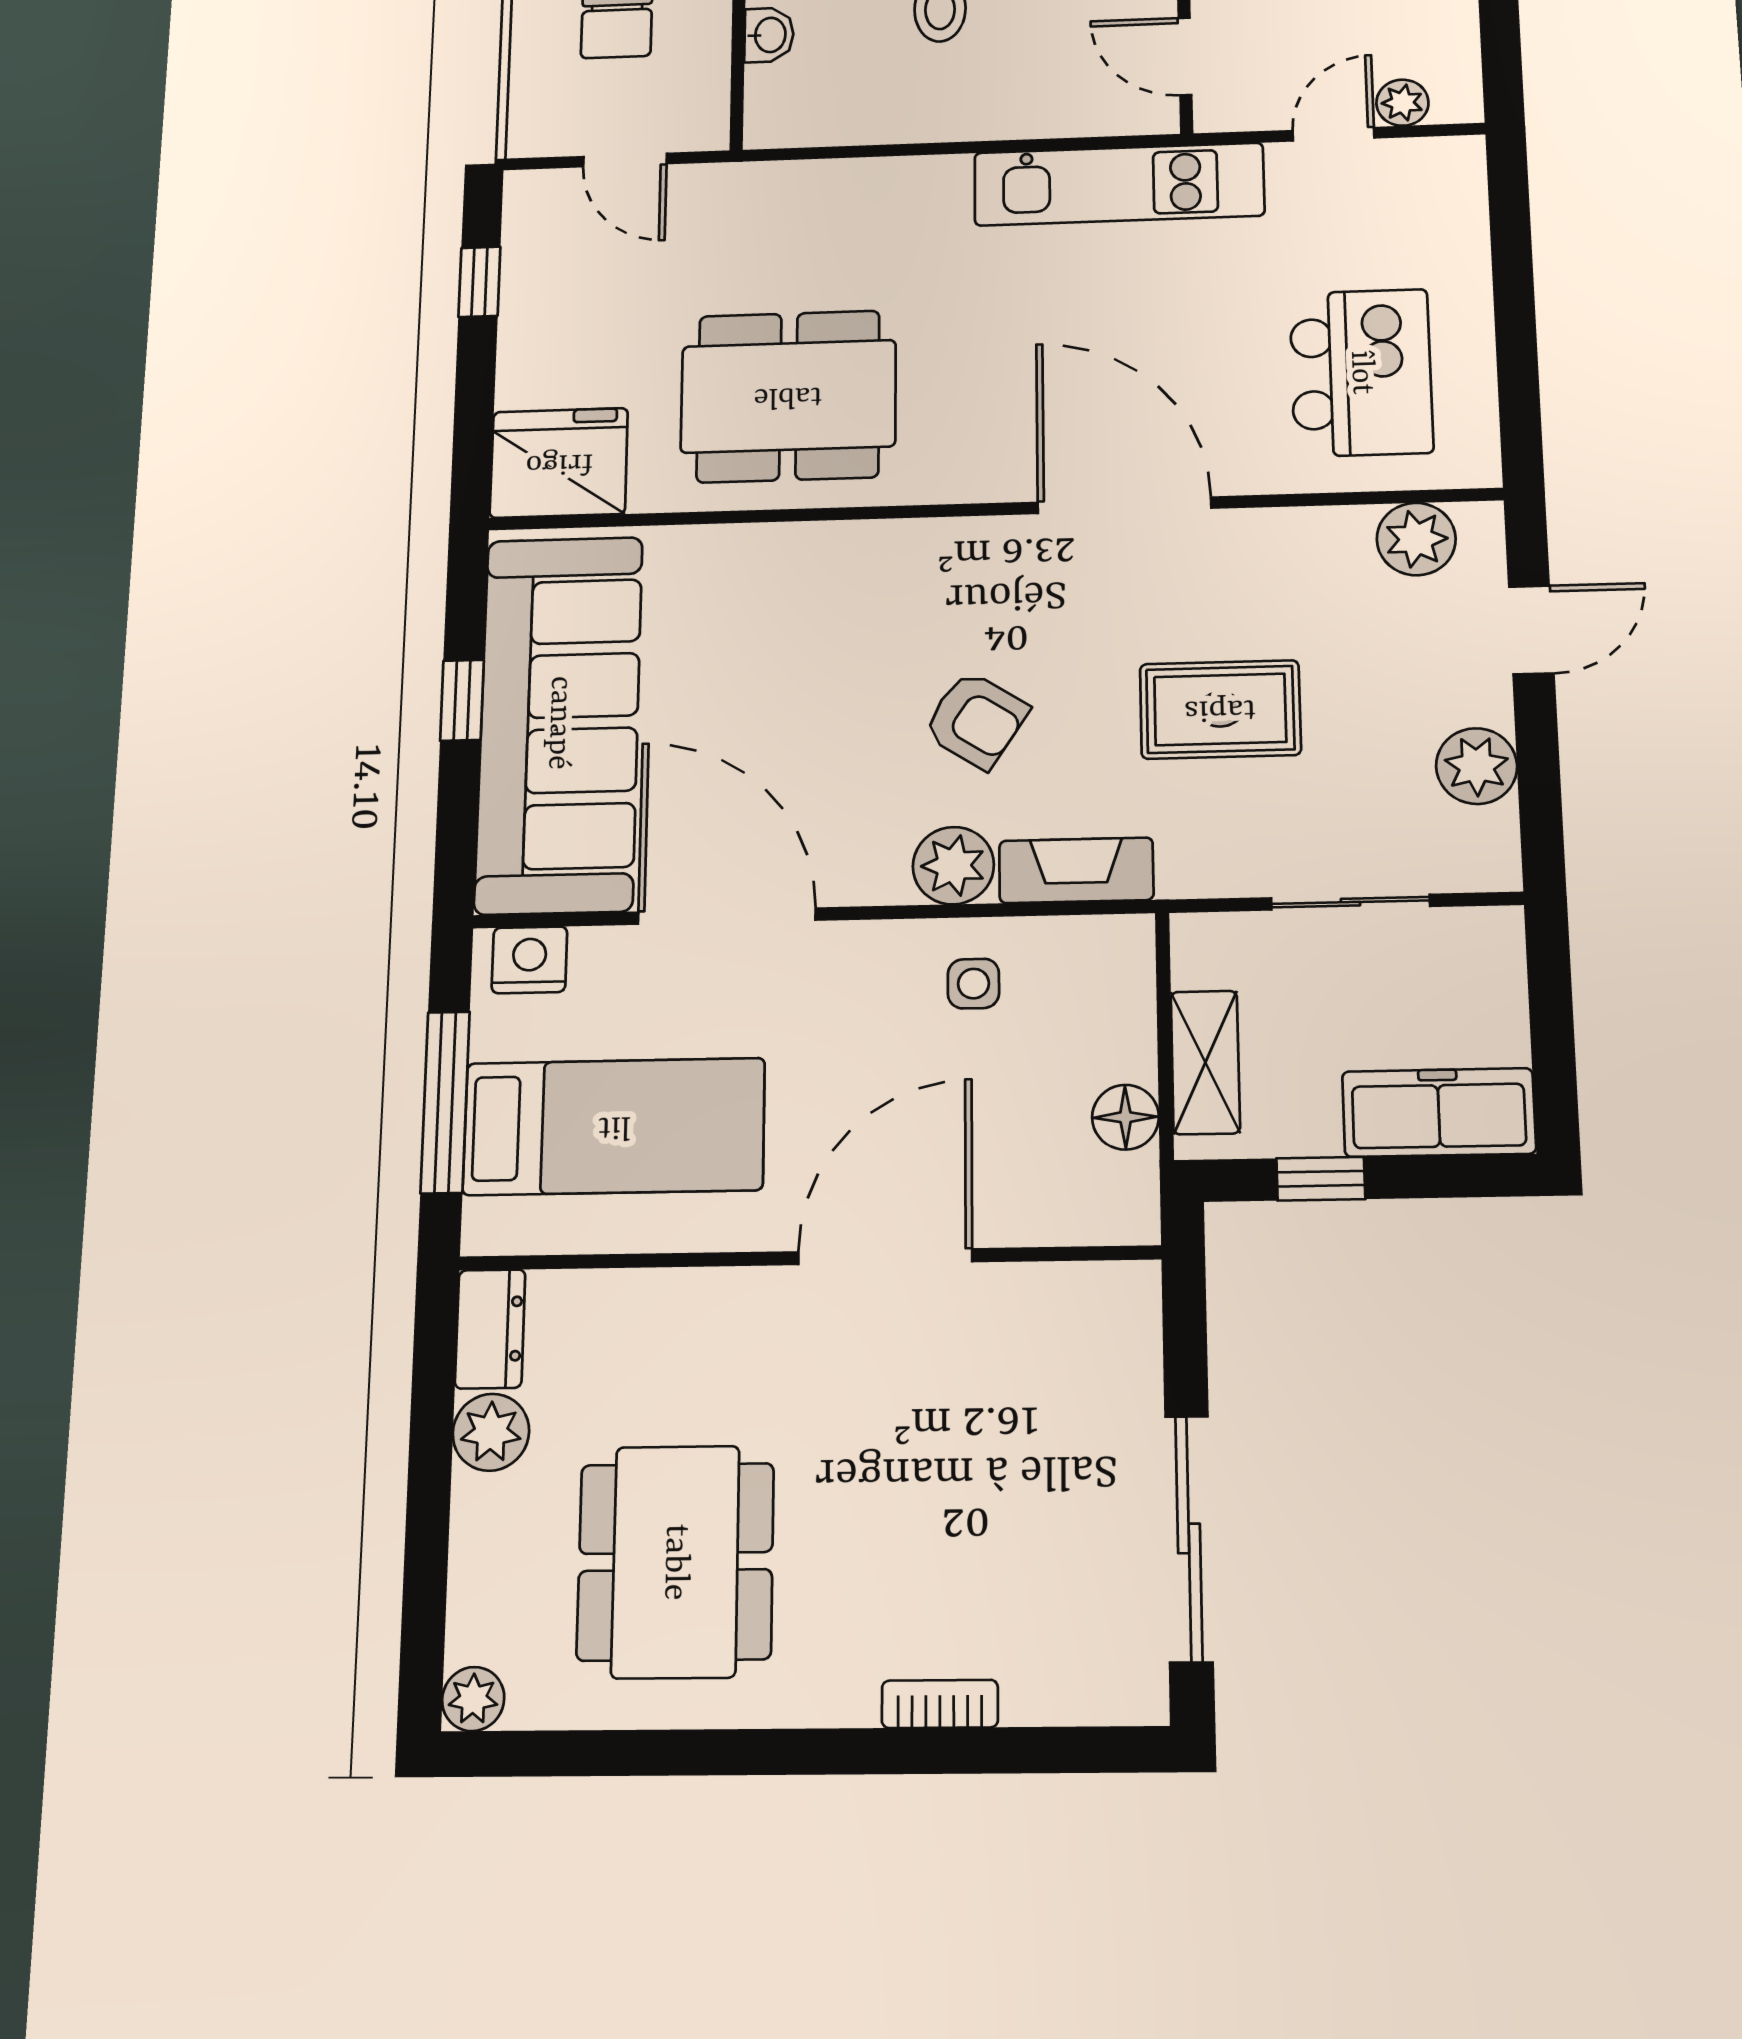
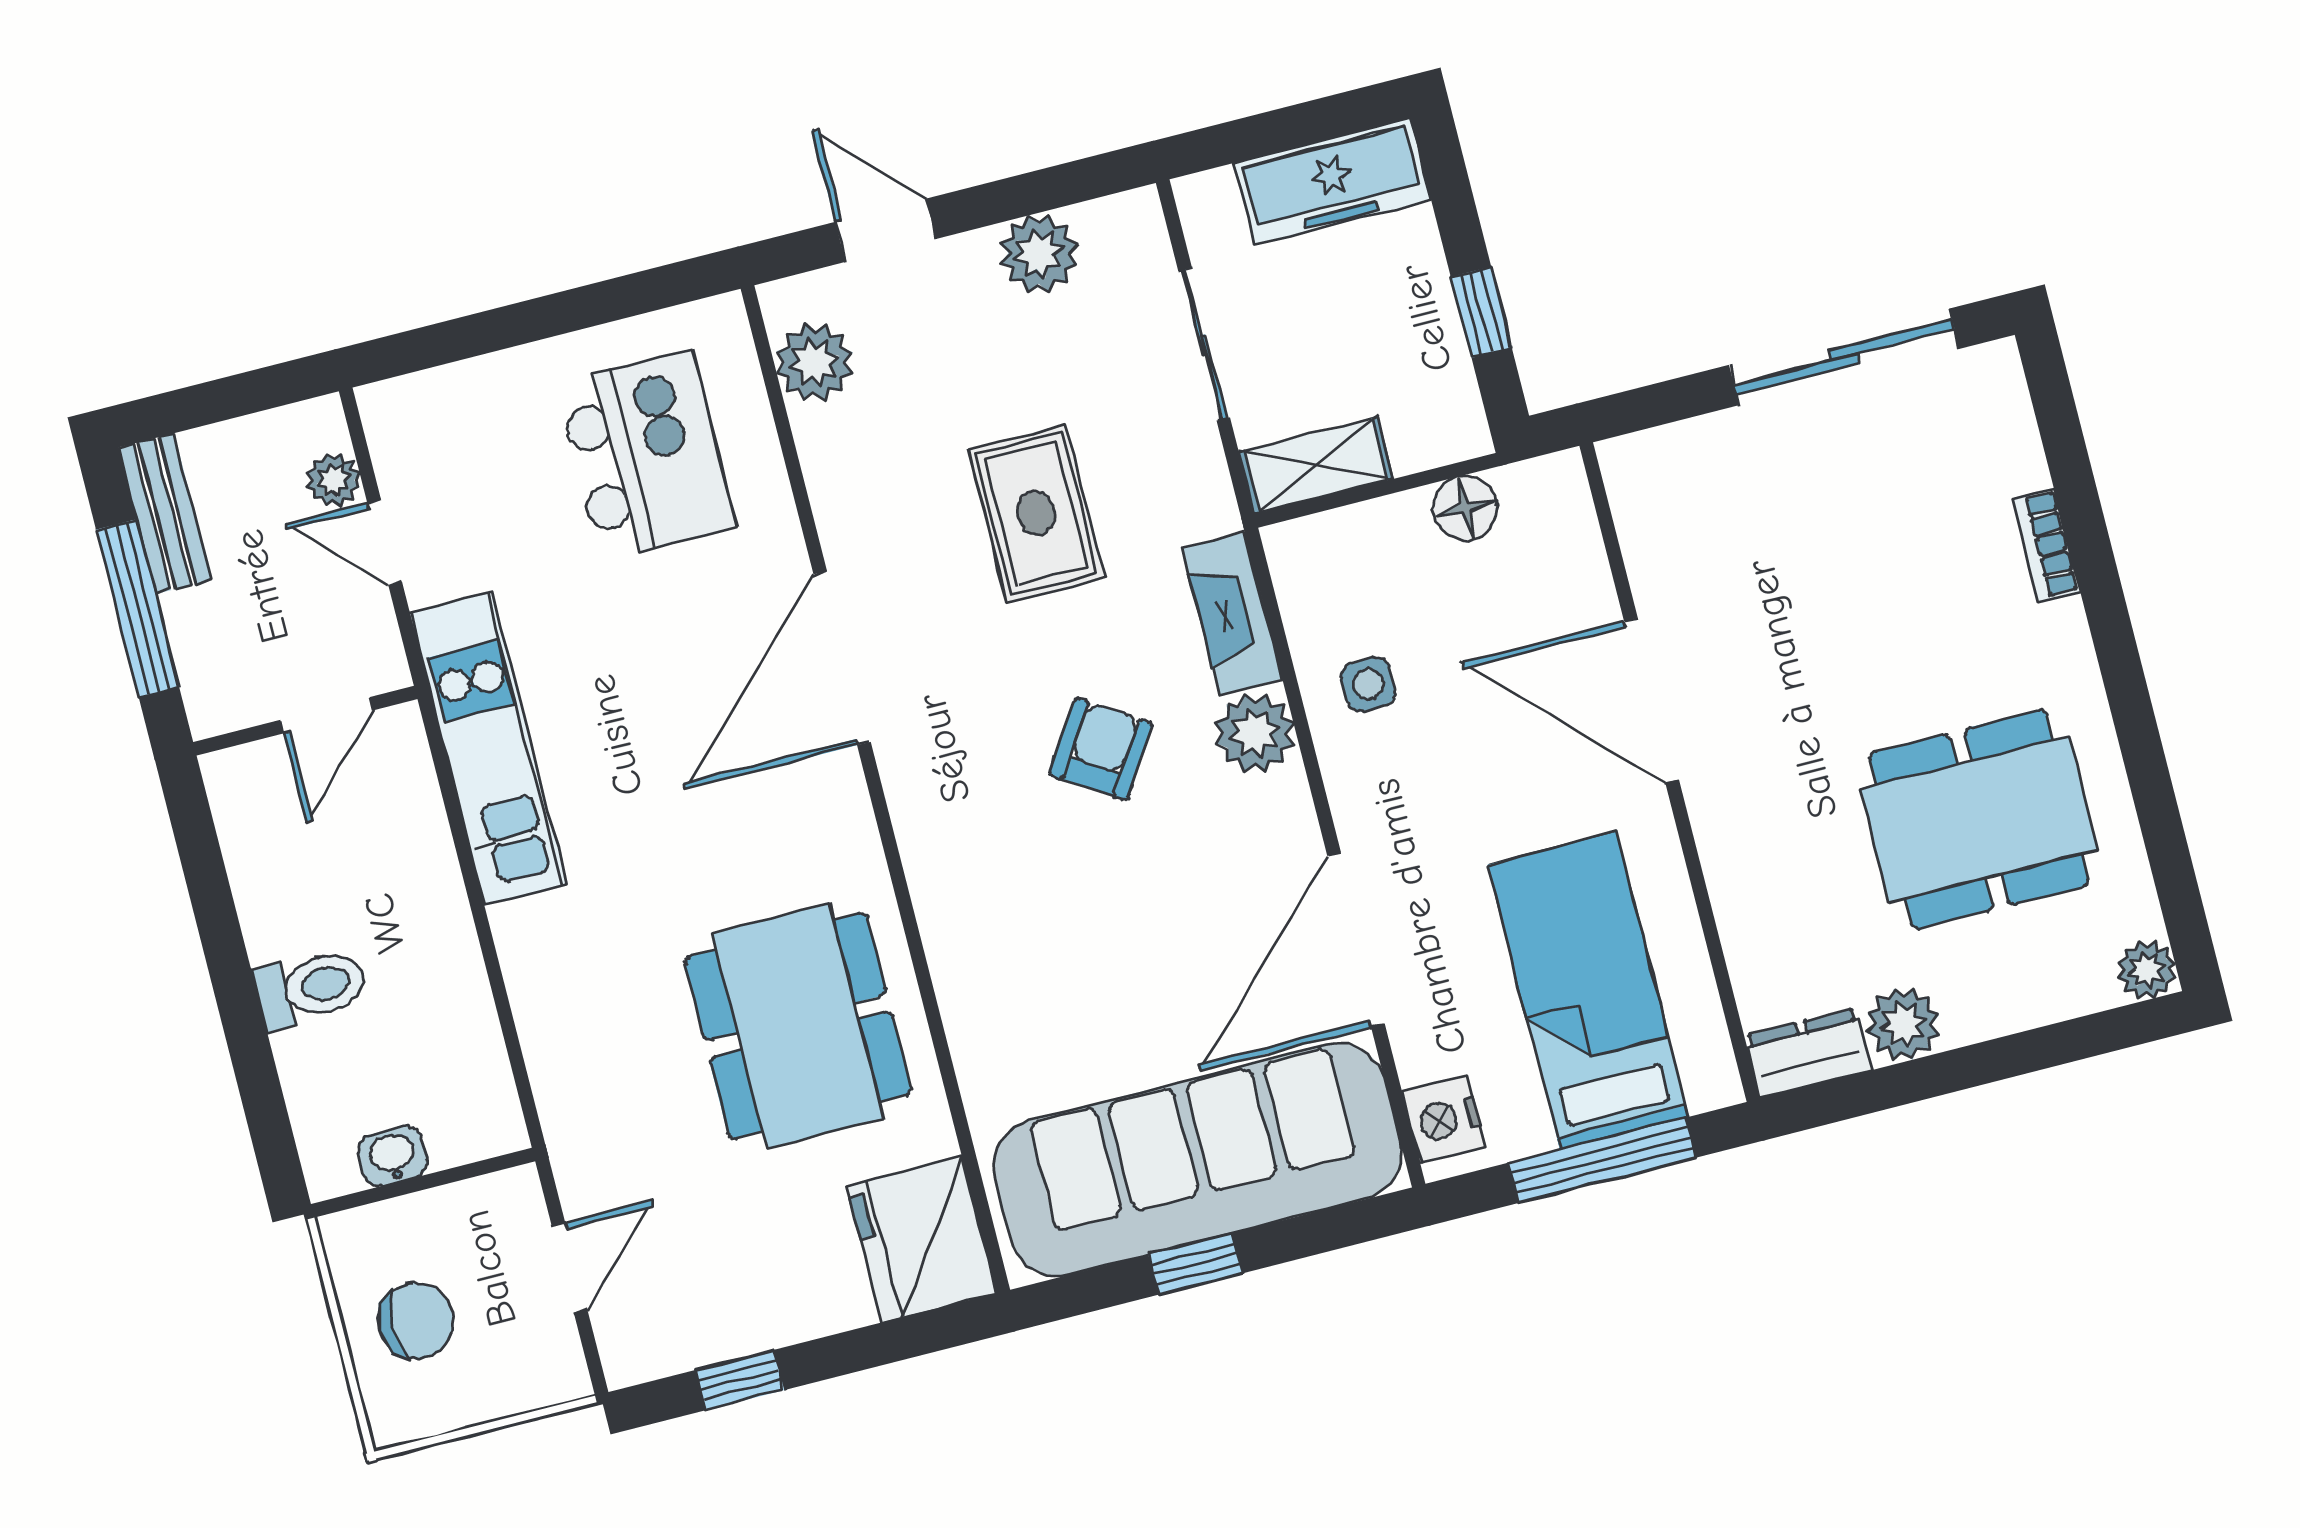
kitchen island: (1361, 373) -> (646, 456), turned 90
shelving: (1205, 1062) -> (1316, 466), moved
freezer: (1439, 1113) -> (1333, 181), moved, turned -90

